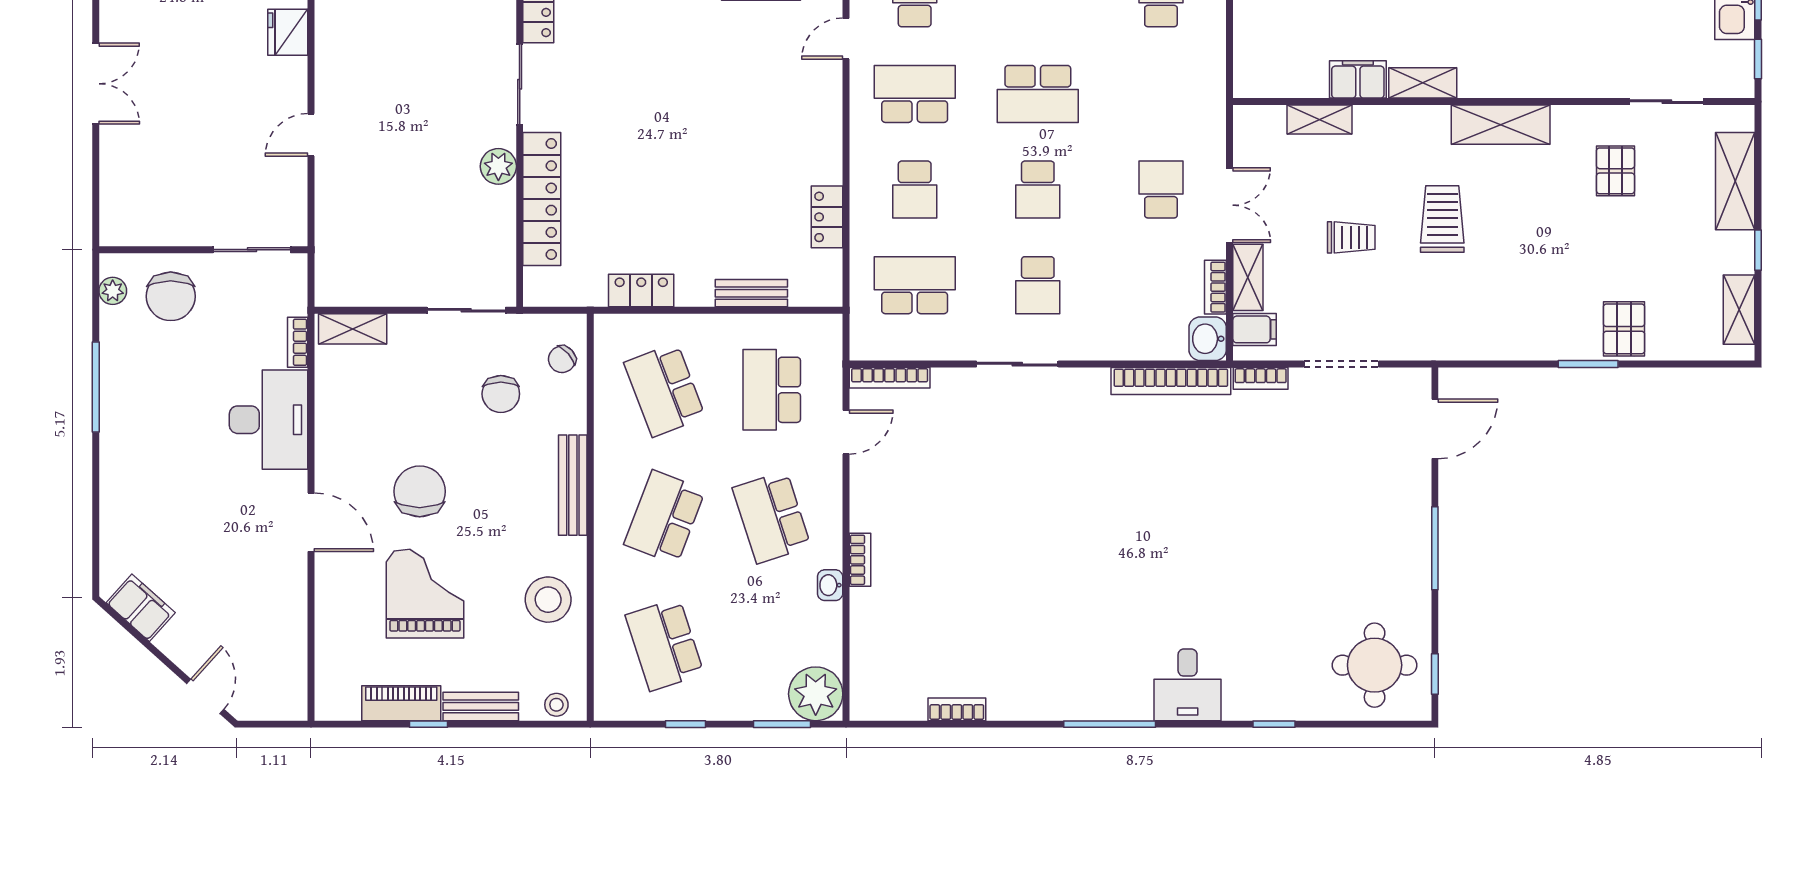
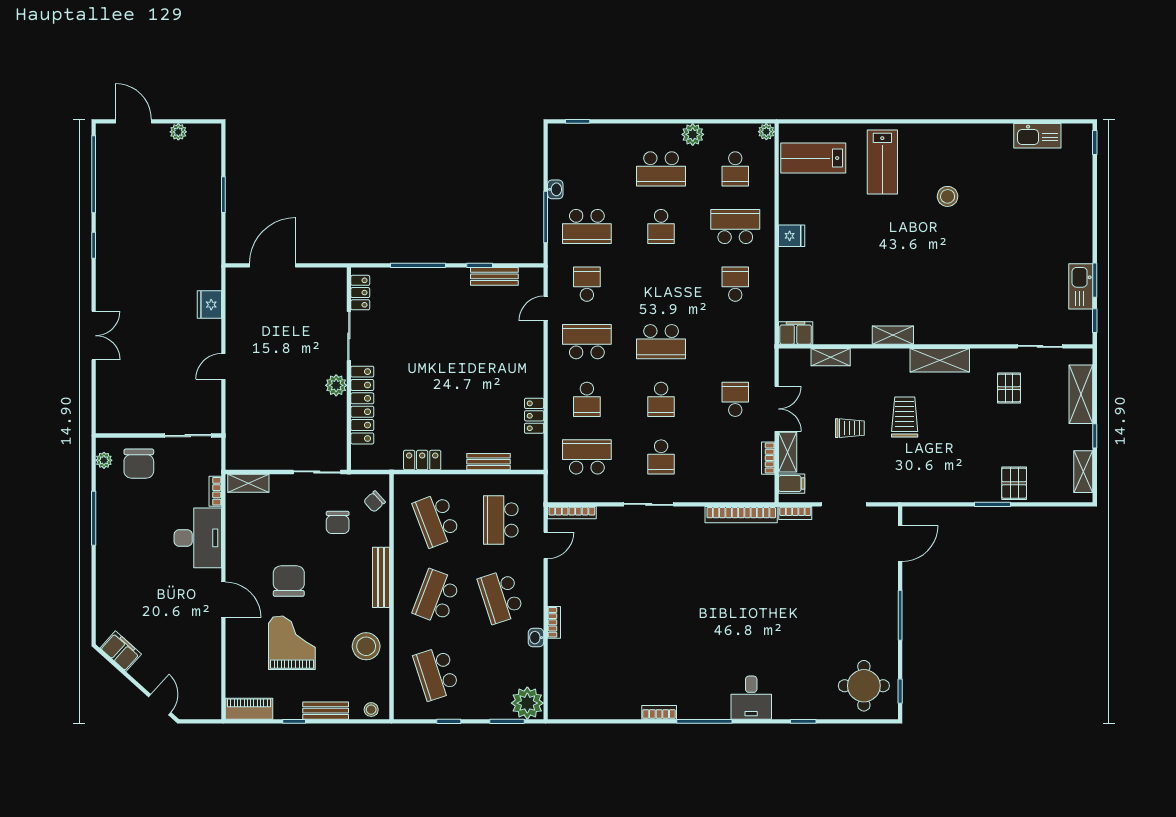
filing cabinet: (1358, 79) -> (796, 333), moved
washbasin: (1208, 339) -> (763, 489), removed
piano: (401, 703) -> (249, 709), moved
bookcase: (957, 709) -> (659, 712), moved

